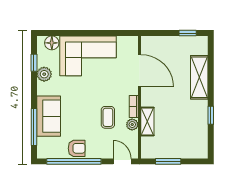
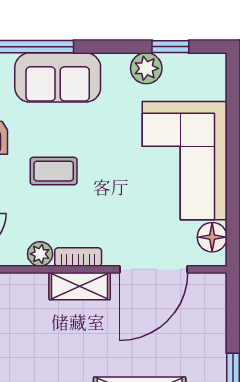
floor lamp: (52, 43) -> (212, 237), moved
coffee table: (108, 117) -> (54, 171), moved
shelving: (147, 122) -> (80, 286), moved

